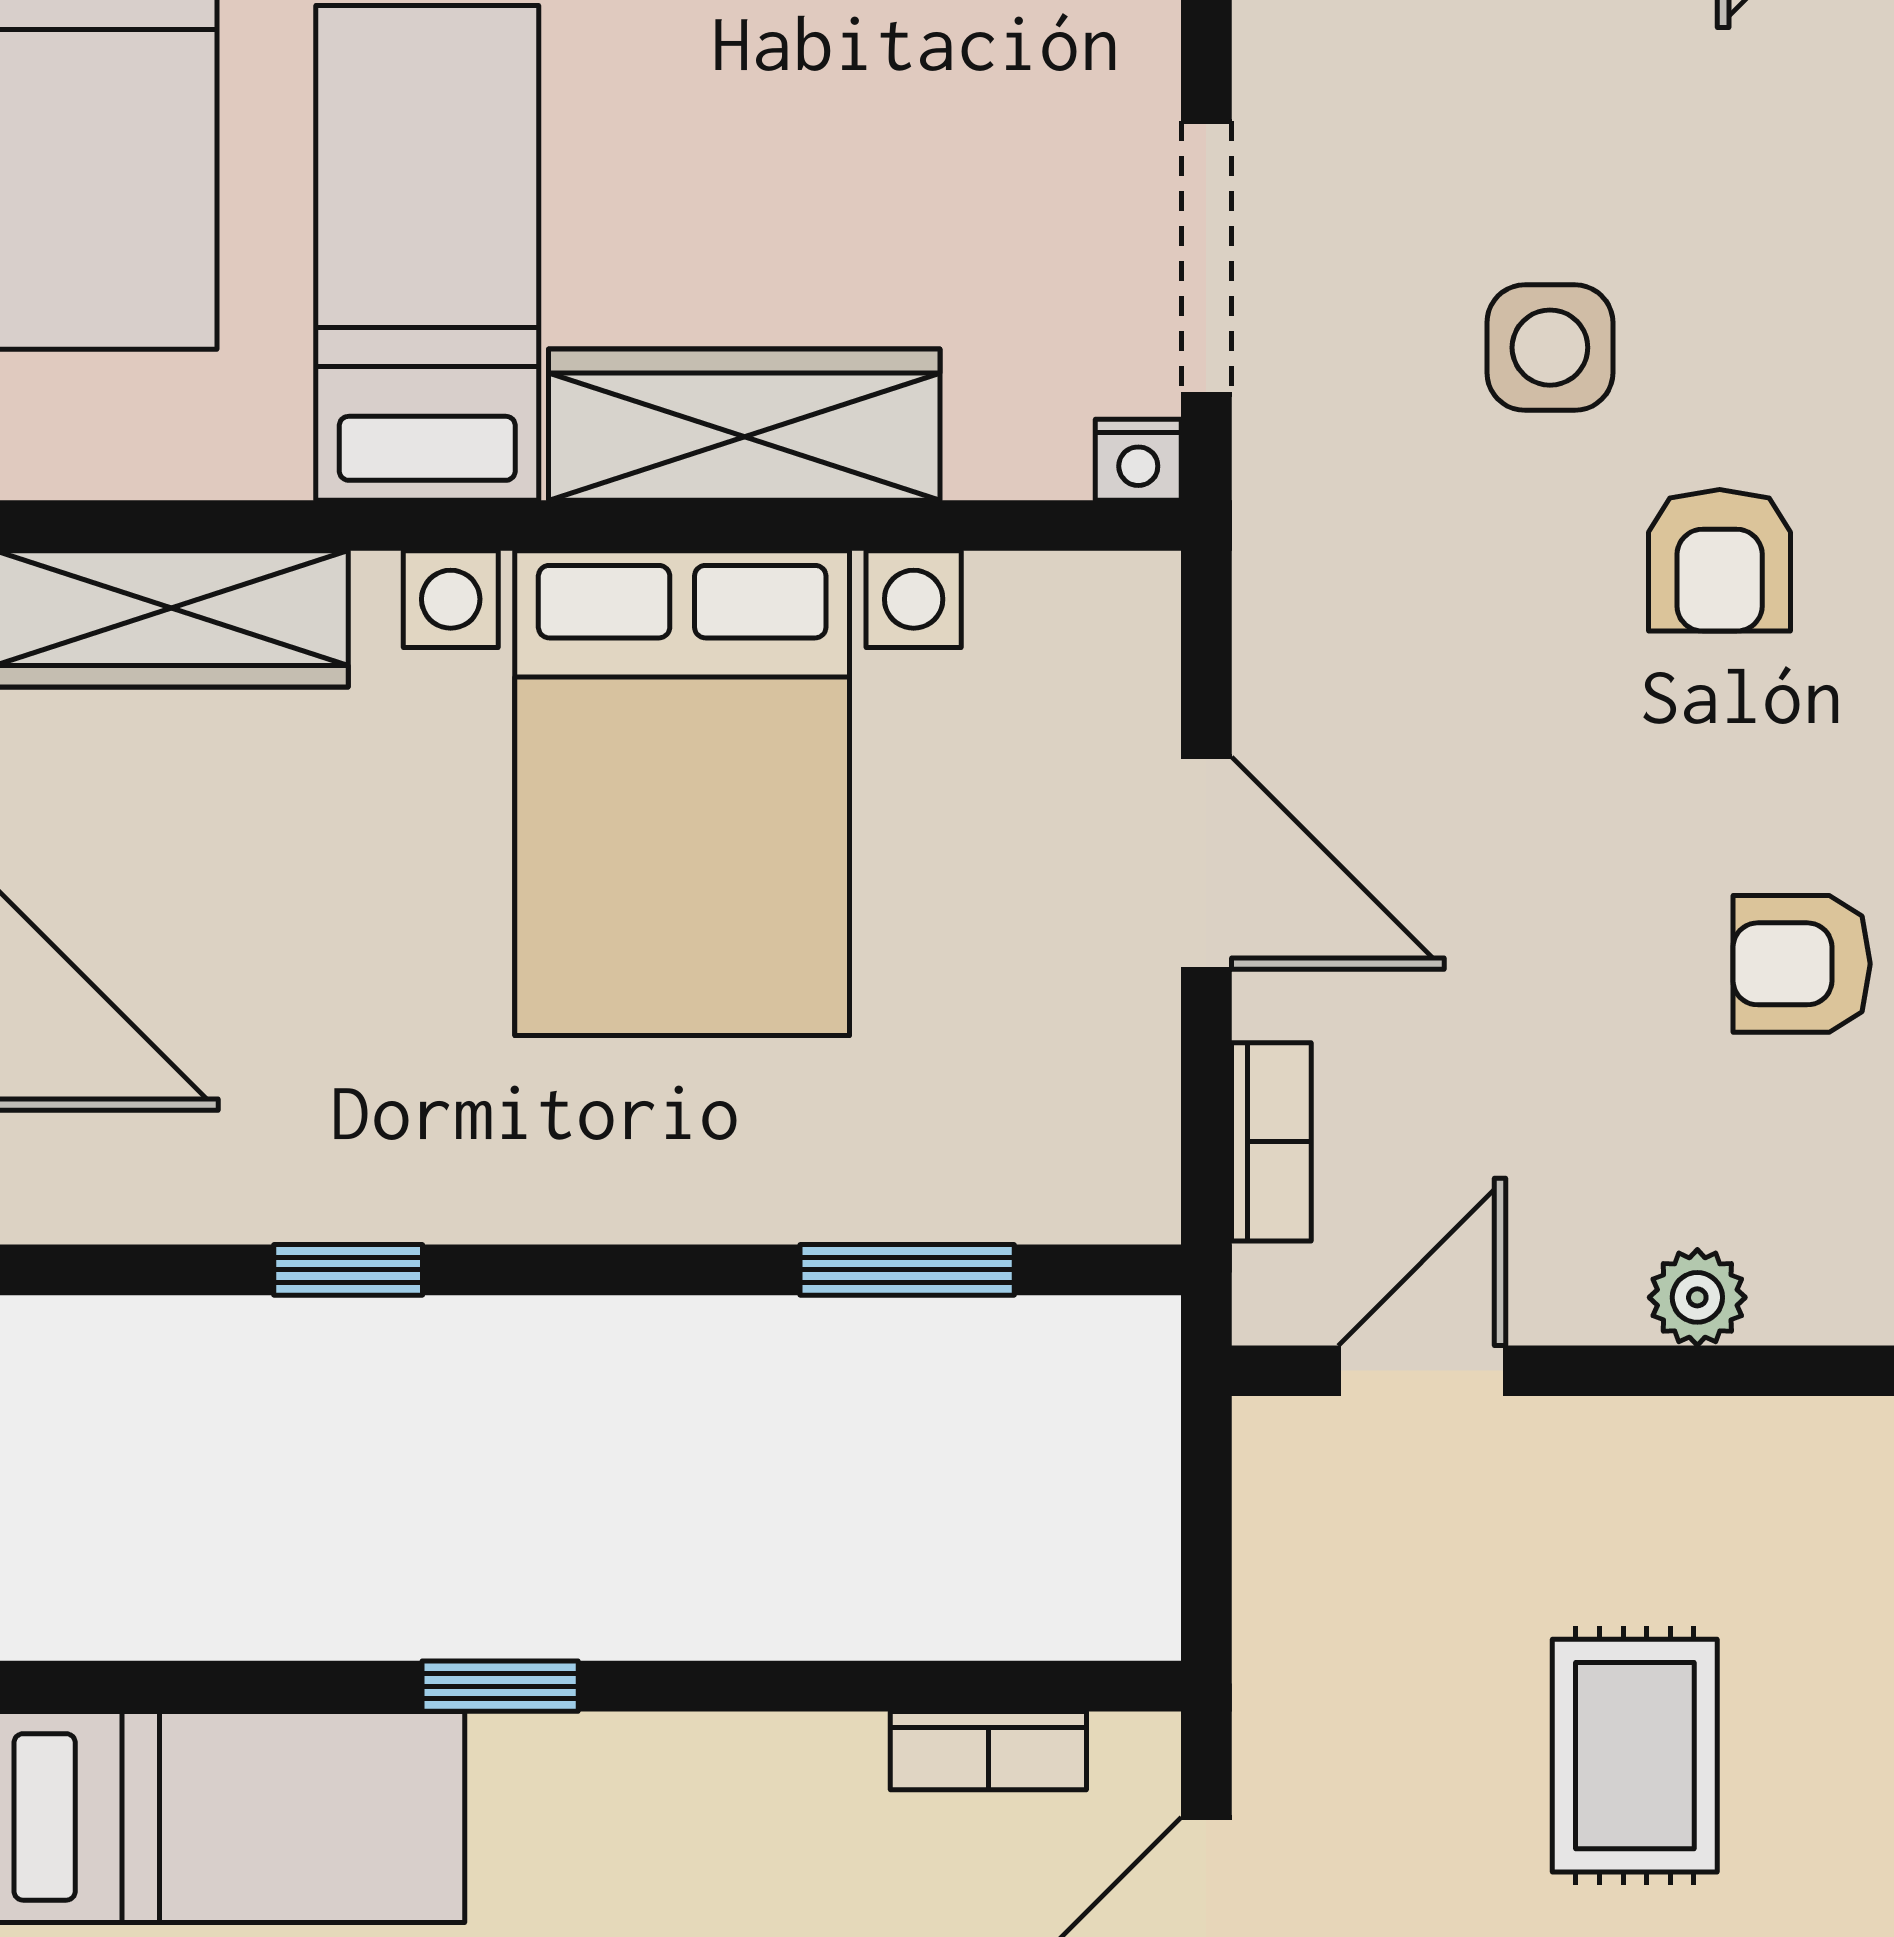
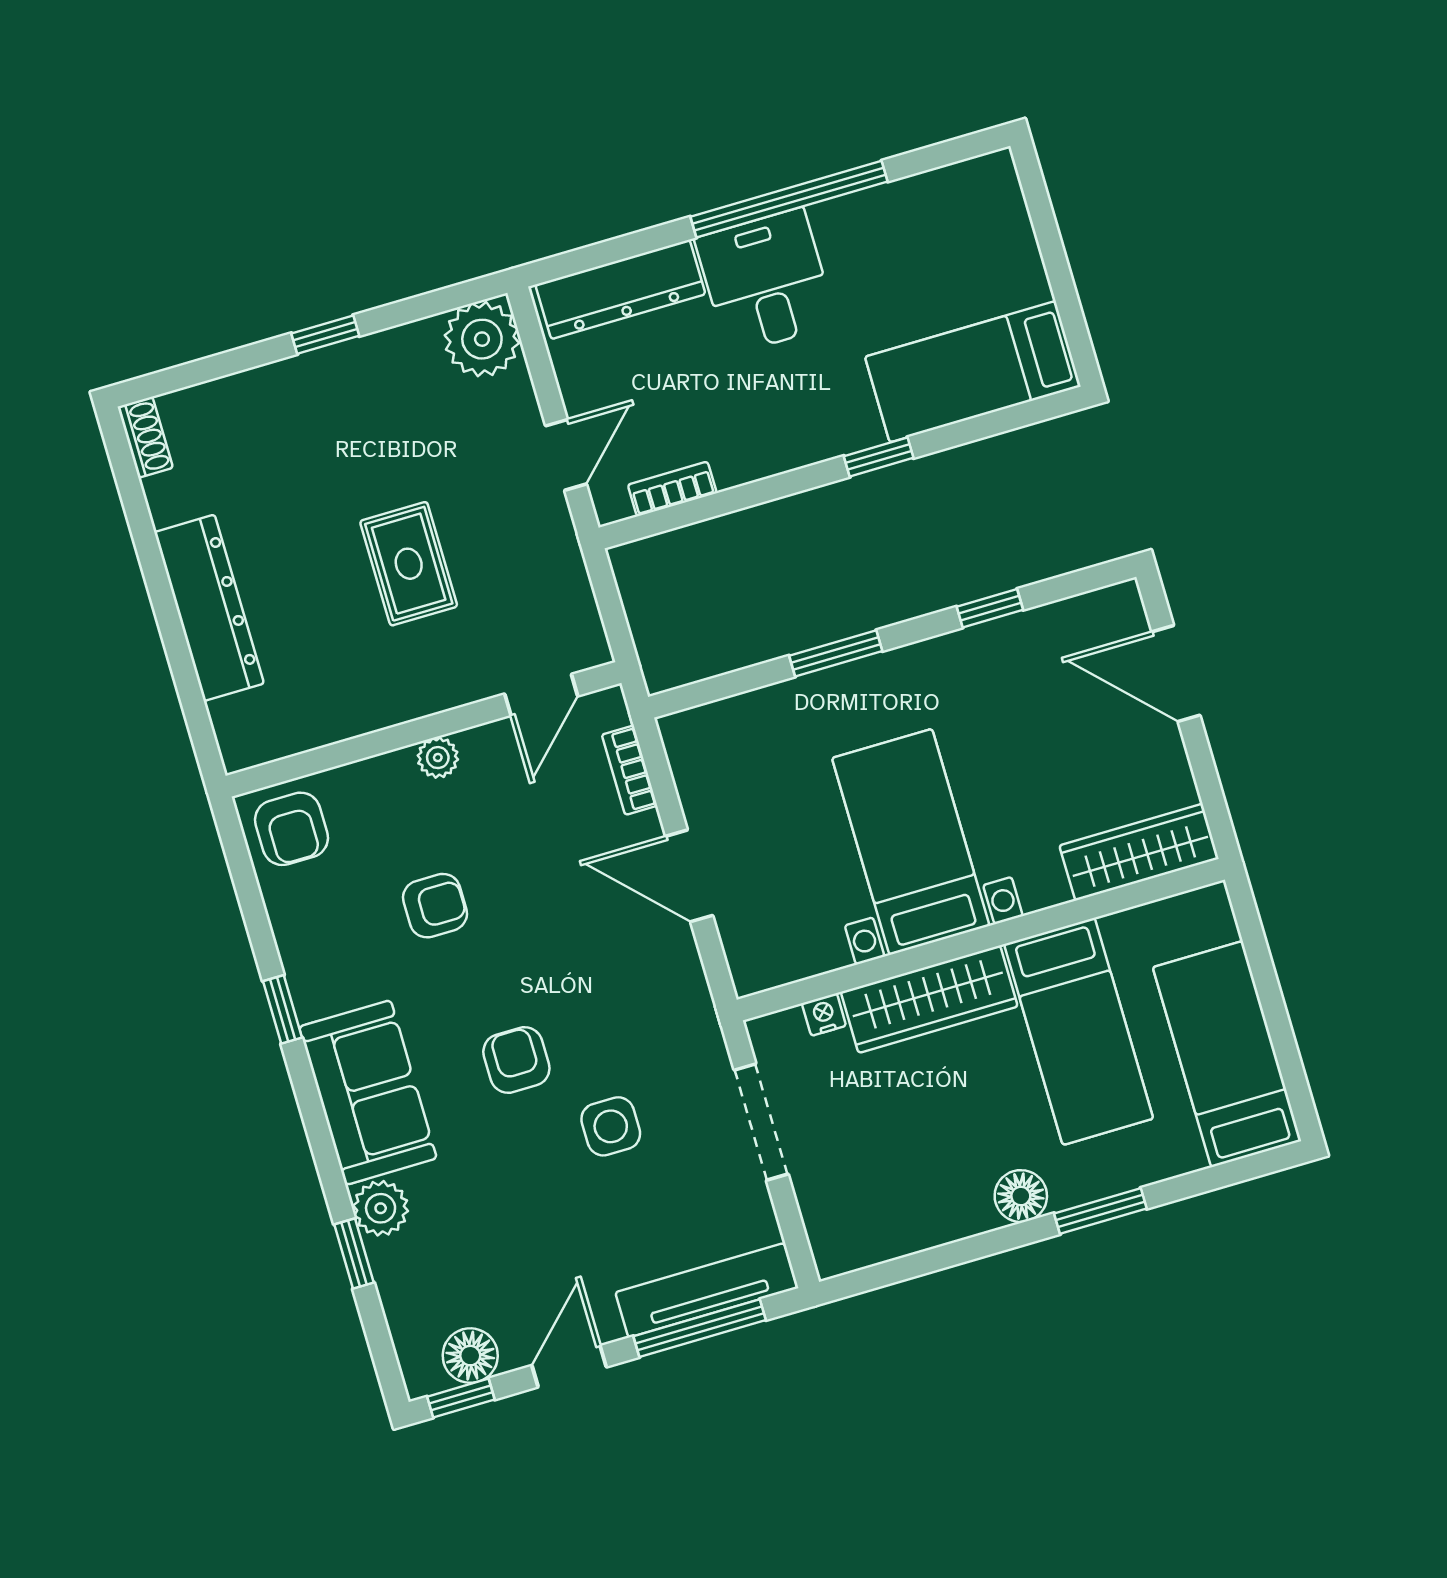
nightstand: (1138, 460) -> (824, 1015), moved
bed with nightstands: (682, 793) -> (911, 842), width x0.73
window: (907, 1270) -> (836, 653), moved

